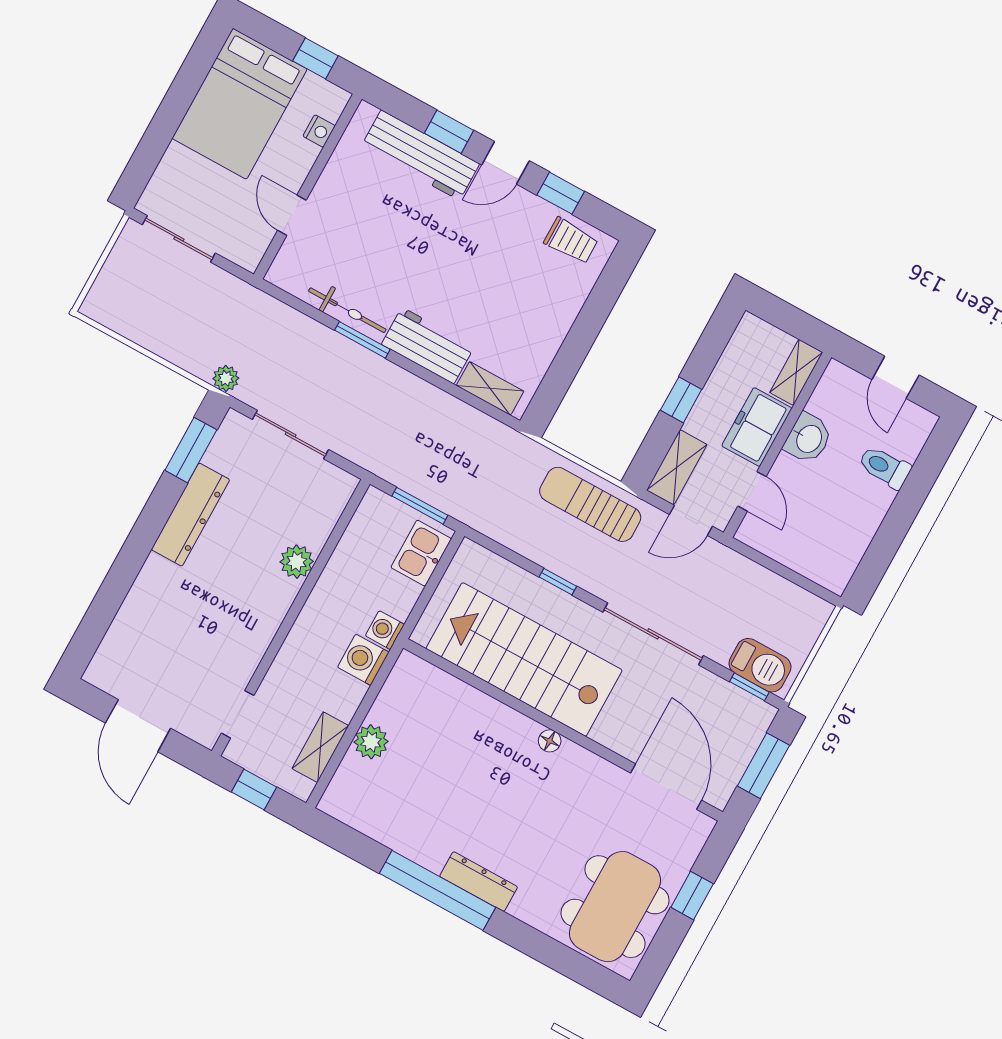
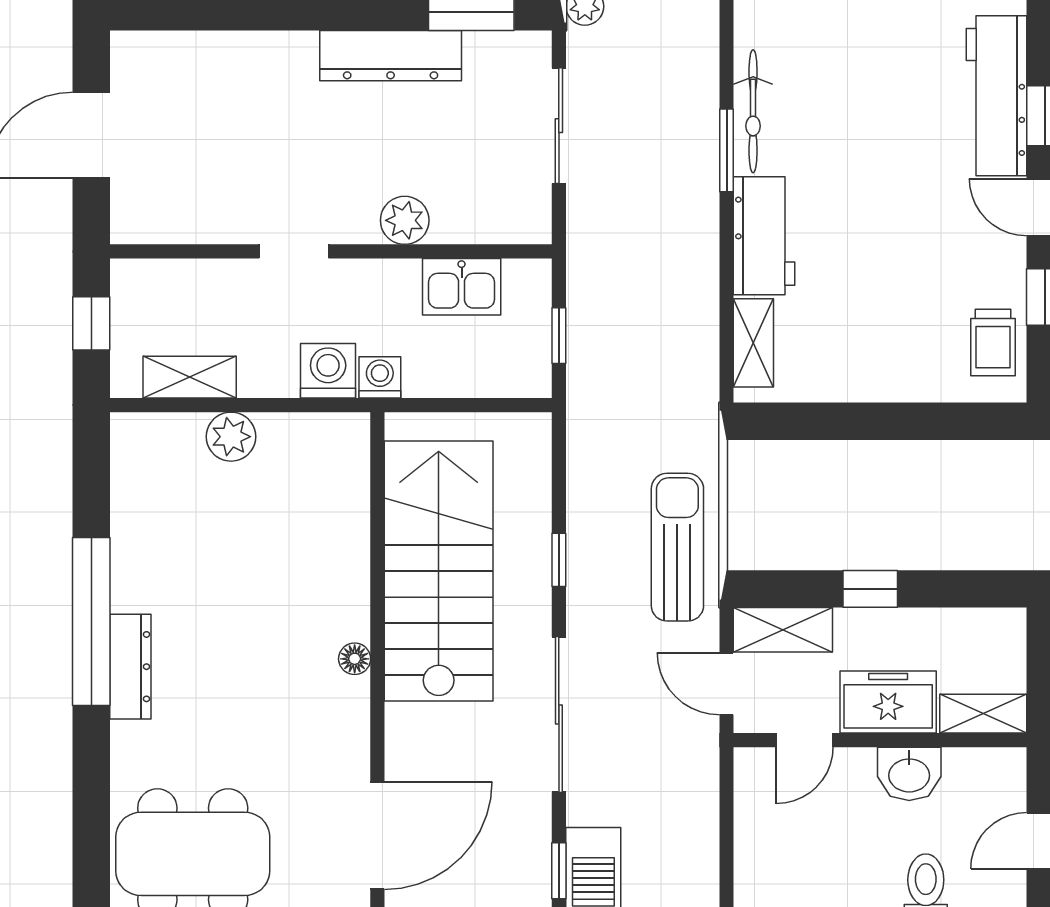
window: (420, 506) -> (559, 336), width x0.67
kitchen sink: (421, 553) -> (462, 287), moved, turned 180
doorway: (238, 714) -> (294, 251), moved

